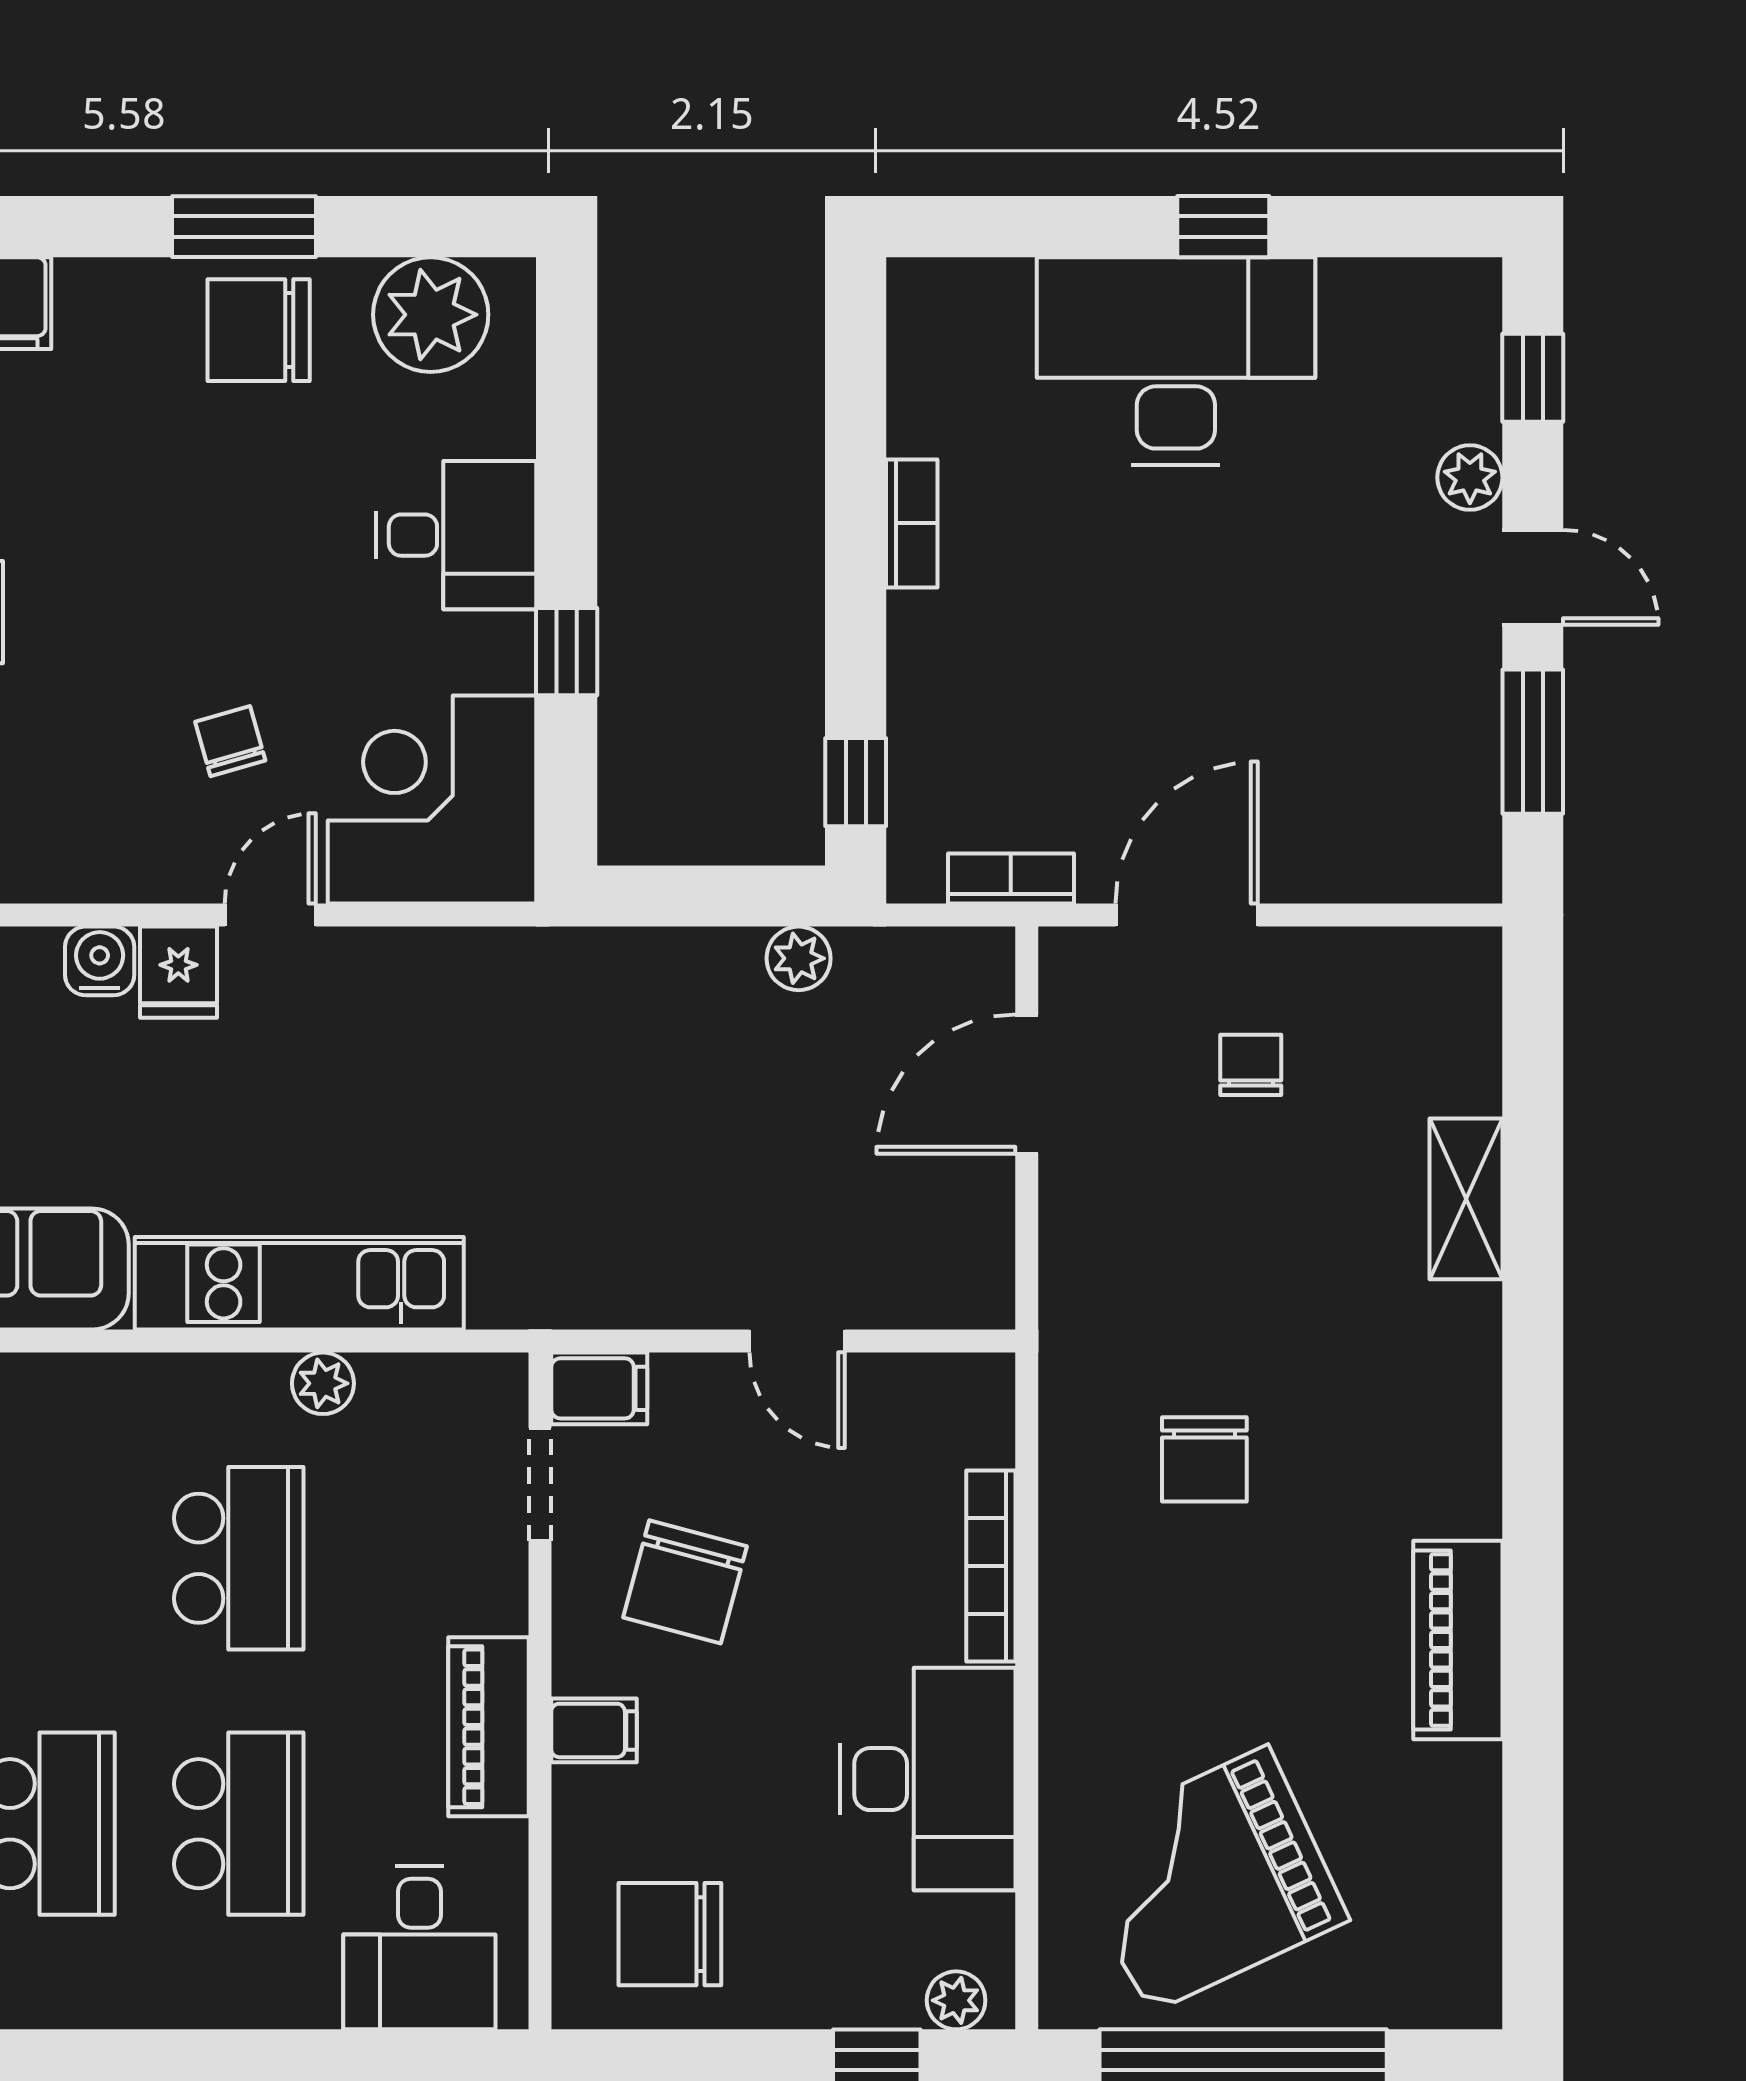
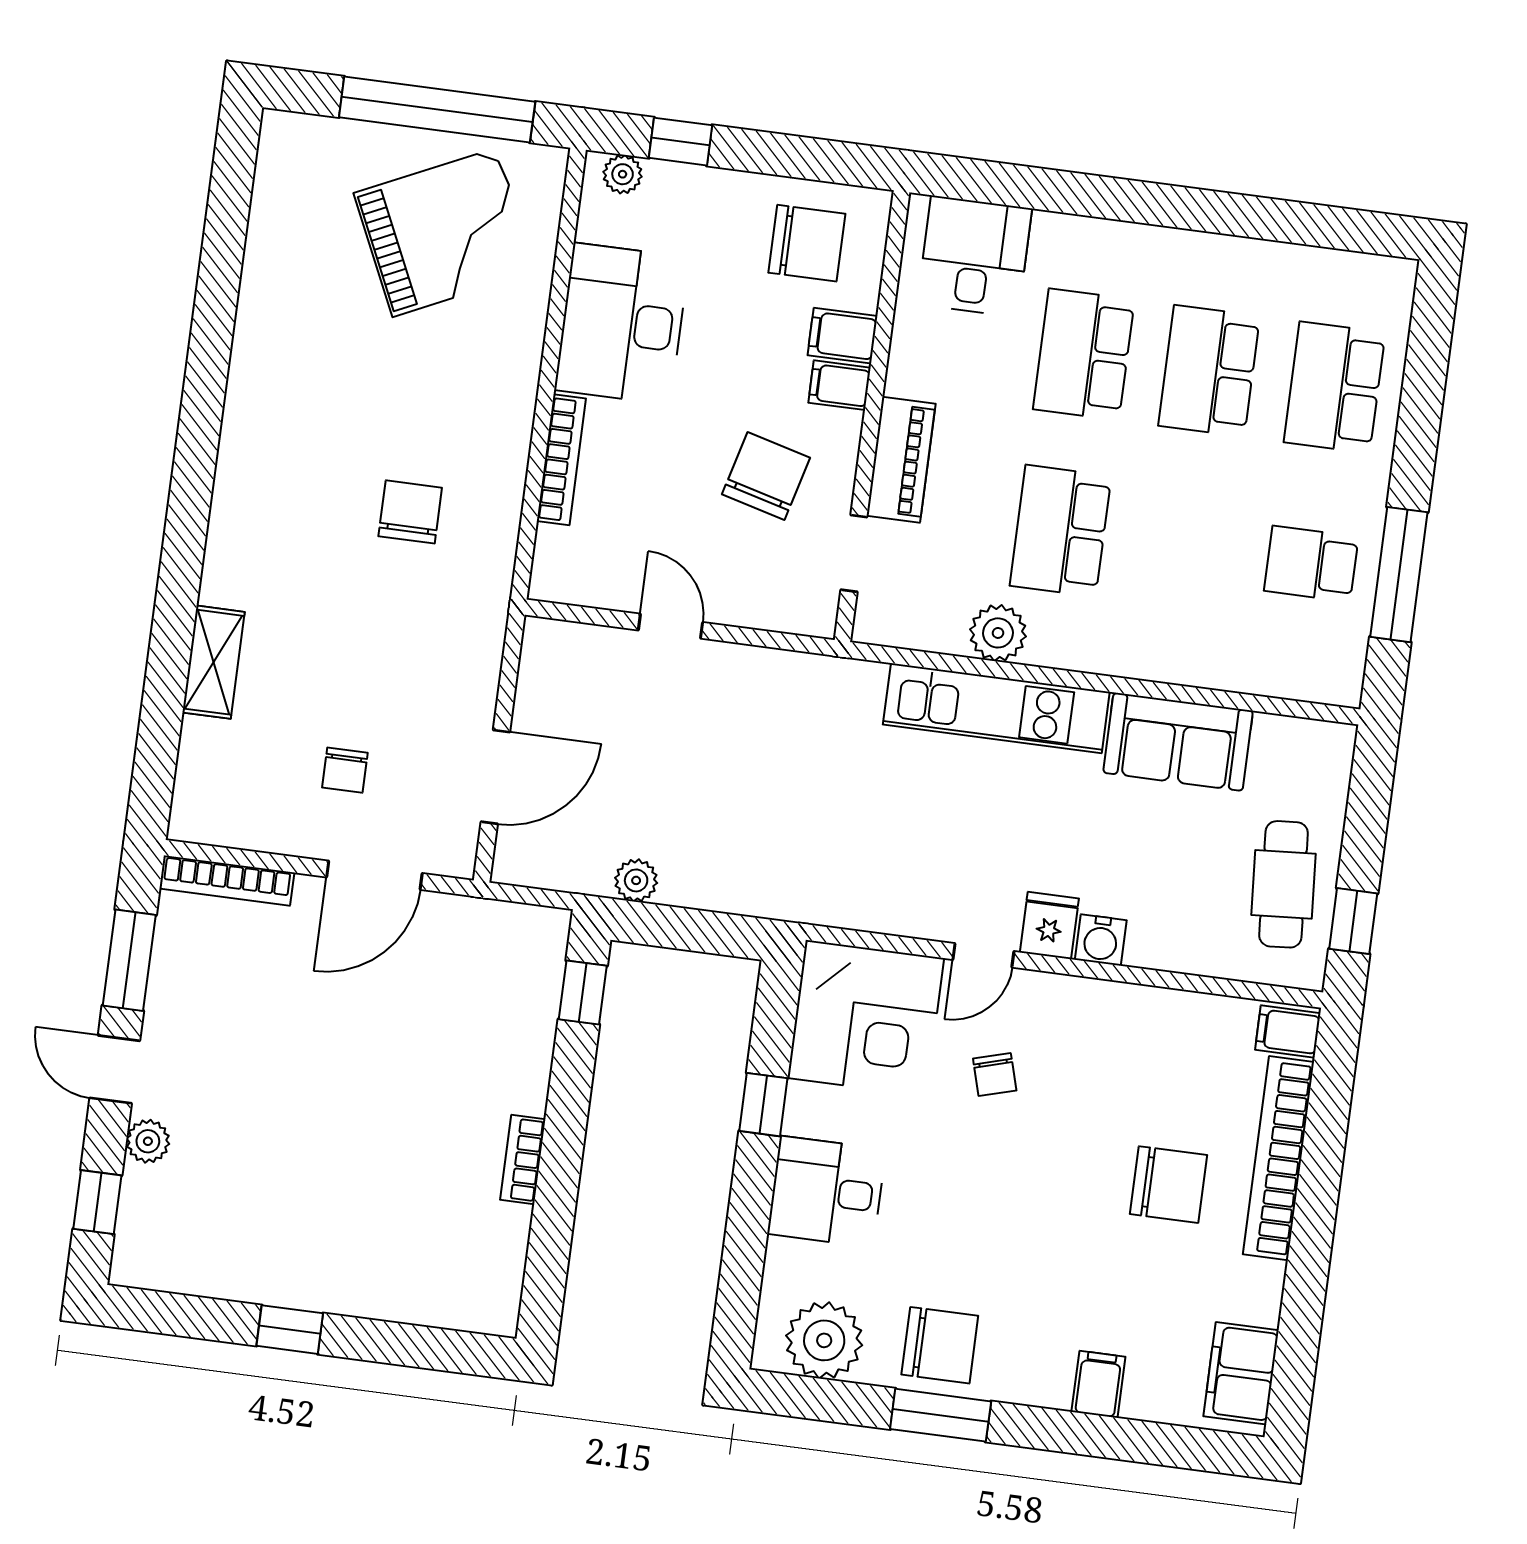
desk: (1176, 361) -> (333, 1244), removed
bookcase: (1011, 878) -> (227, 881), moved, width x1.56
plant: (323, 1383) -> (998, 633), width x1.38, depth x1.38
filing cabinet: (599, 1388) -> (843, 336), moved
piano: (1458, 1640) -> (258, 370), removed
piano: (488, 1727) -> (901, 460), moved

